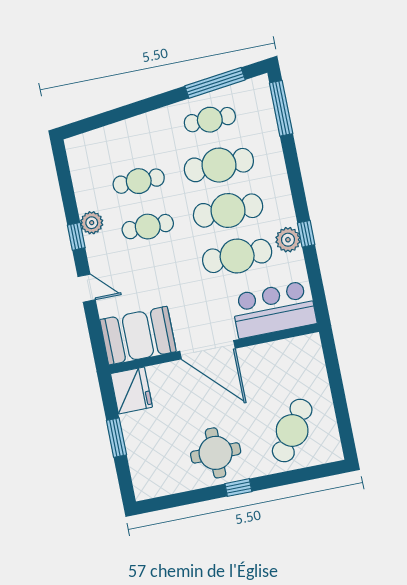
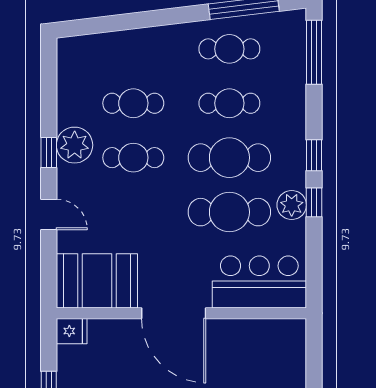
cafe table: (219, 165) -> (229, 103), width x0.73, depth x0.74
window: (298, 194) -> (314, 155), added
plant: (92, 223) -> (75, 145), width x1.36, depth x1.36
fridge: (131, 390) -> (72, 331), width x0.53, depth x0.75

